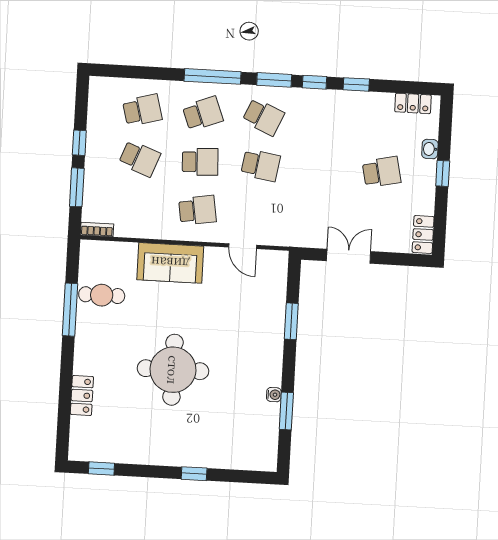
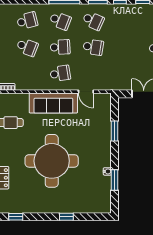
school desk: (203, 114) -> (60, 21), turned 42
sofa: (170, 263) -> (53, 103), width x1.36
round table: (173, 370) -> (52, 161), width x1.36, depth x1.36

